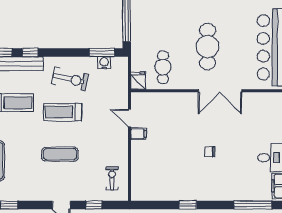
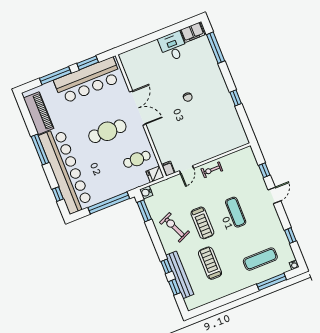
water cooler: (104, 63) -> (146, 192), moved
exercise bike: (70, 79) -> (175, 227), turned -36
filing cabinet: (139, 134) -> (168, 169), moved
exercise bike: (112, 179) -> (212, 170), moved

